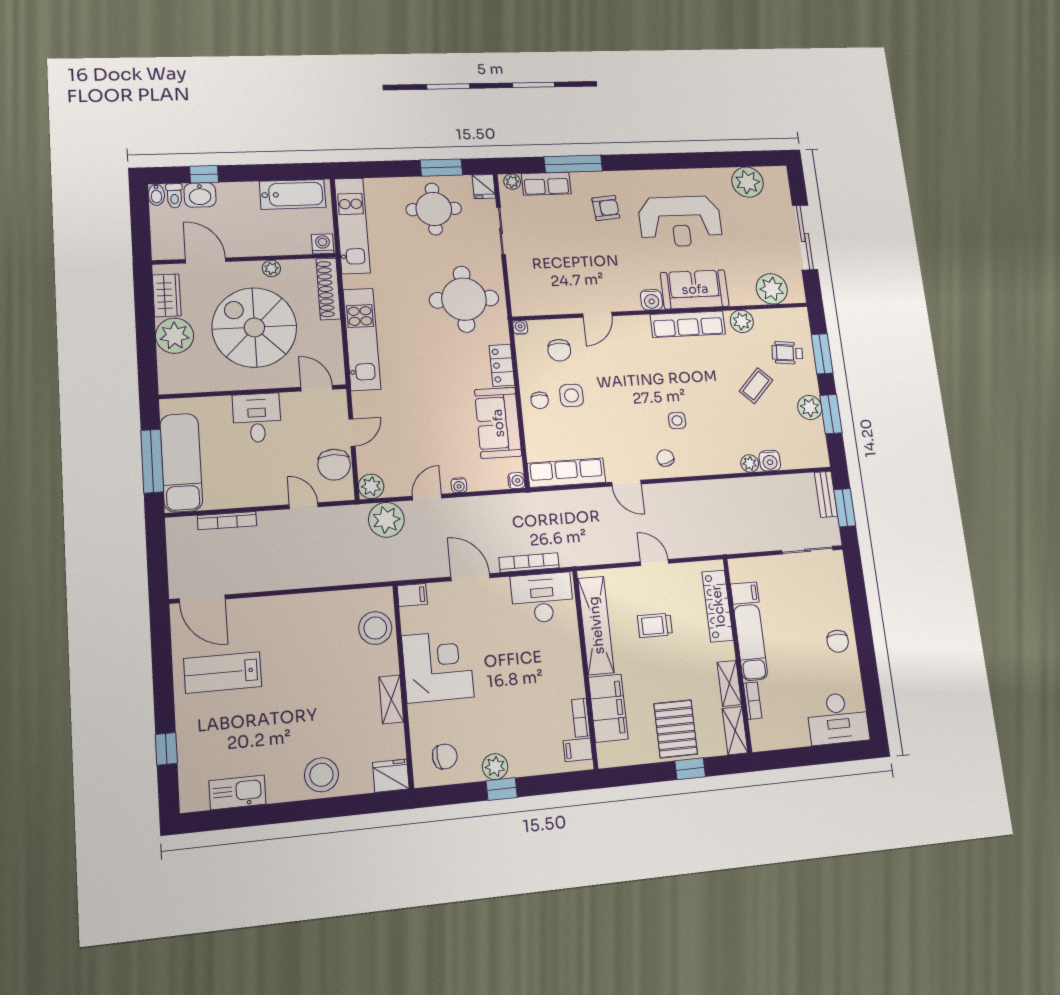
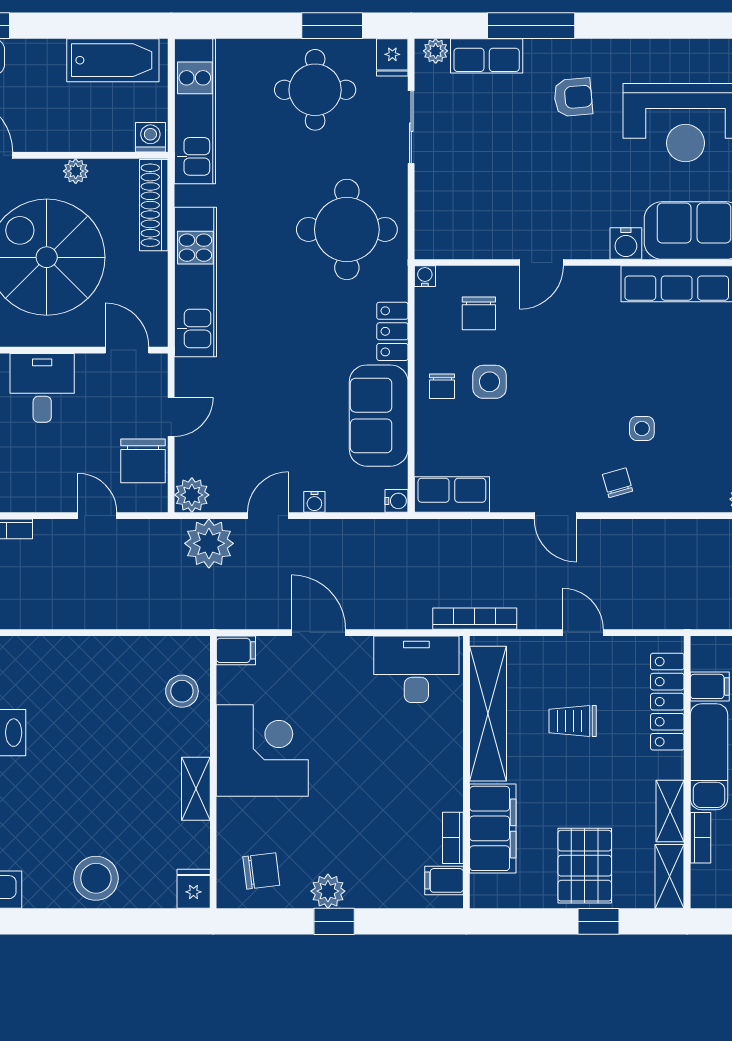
row of seats: (566, 473) -> (452, 495), width x0.68
bookcase: (529, 563) -> (475, 619), moved
stool: (375, 628) -> (182, 691), width x0.73, depth x0.73
fridge: (391, 776) -> (194, 889), width x0.72

